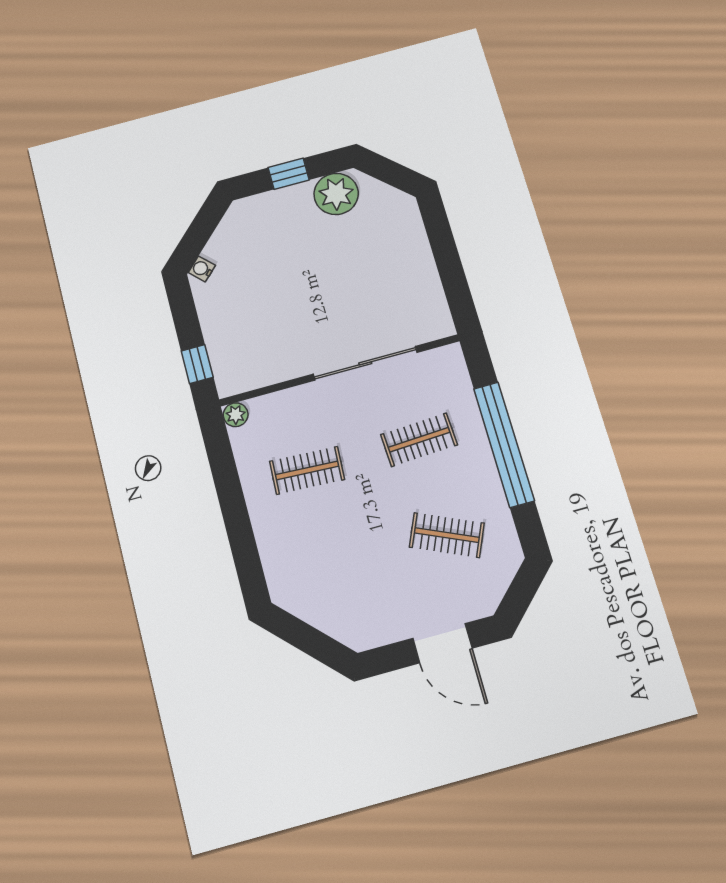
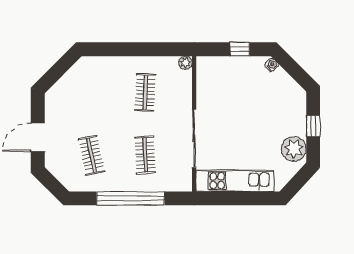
kitchen unit: (419, 275) -> (235, 181), added
window: (197, 364) -> (240, 49), moved
clothes rail: (447, 535) -> (92, 155), turned -36

